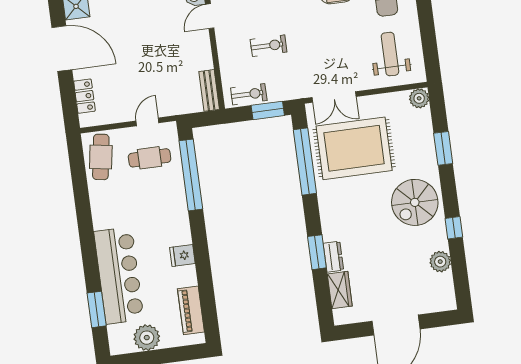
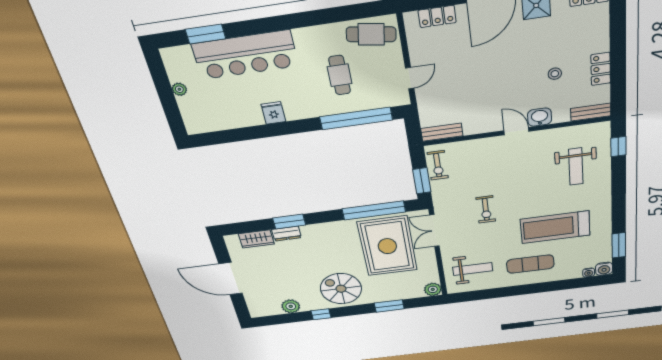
exercise bike: (269, 46) -> (486, 209), moved
door: (147, 122) -> (410, 78), hinge flipped
cafe table: (150, 158) -> (340, 75), moved
piano: (191, 310) -> (219, 122), removed
plant: (147, 338) -> (179, 89), width x0.53, depth x0.53

